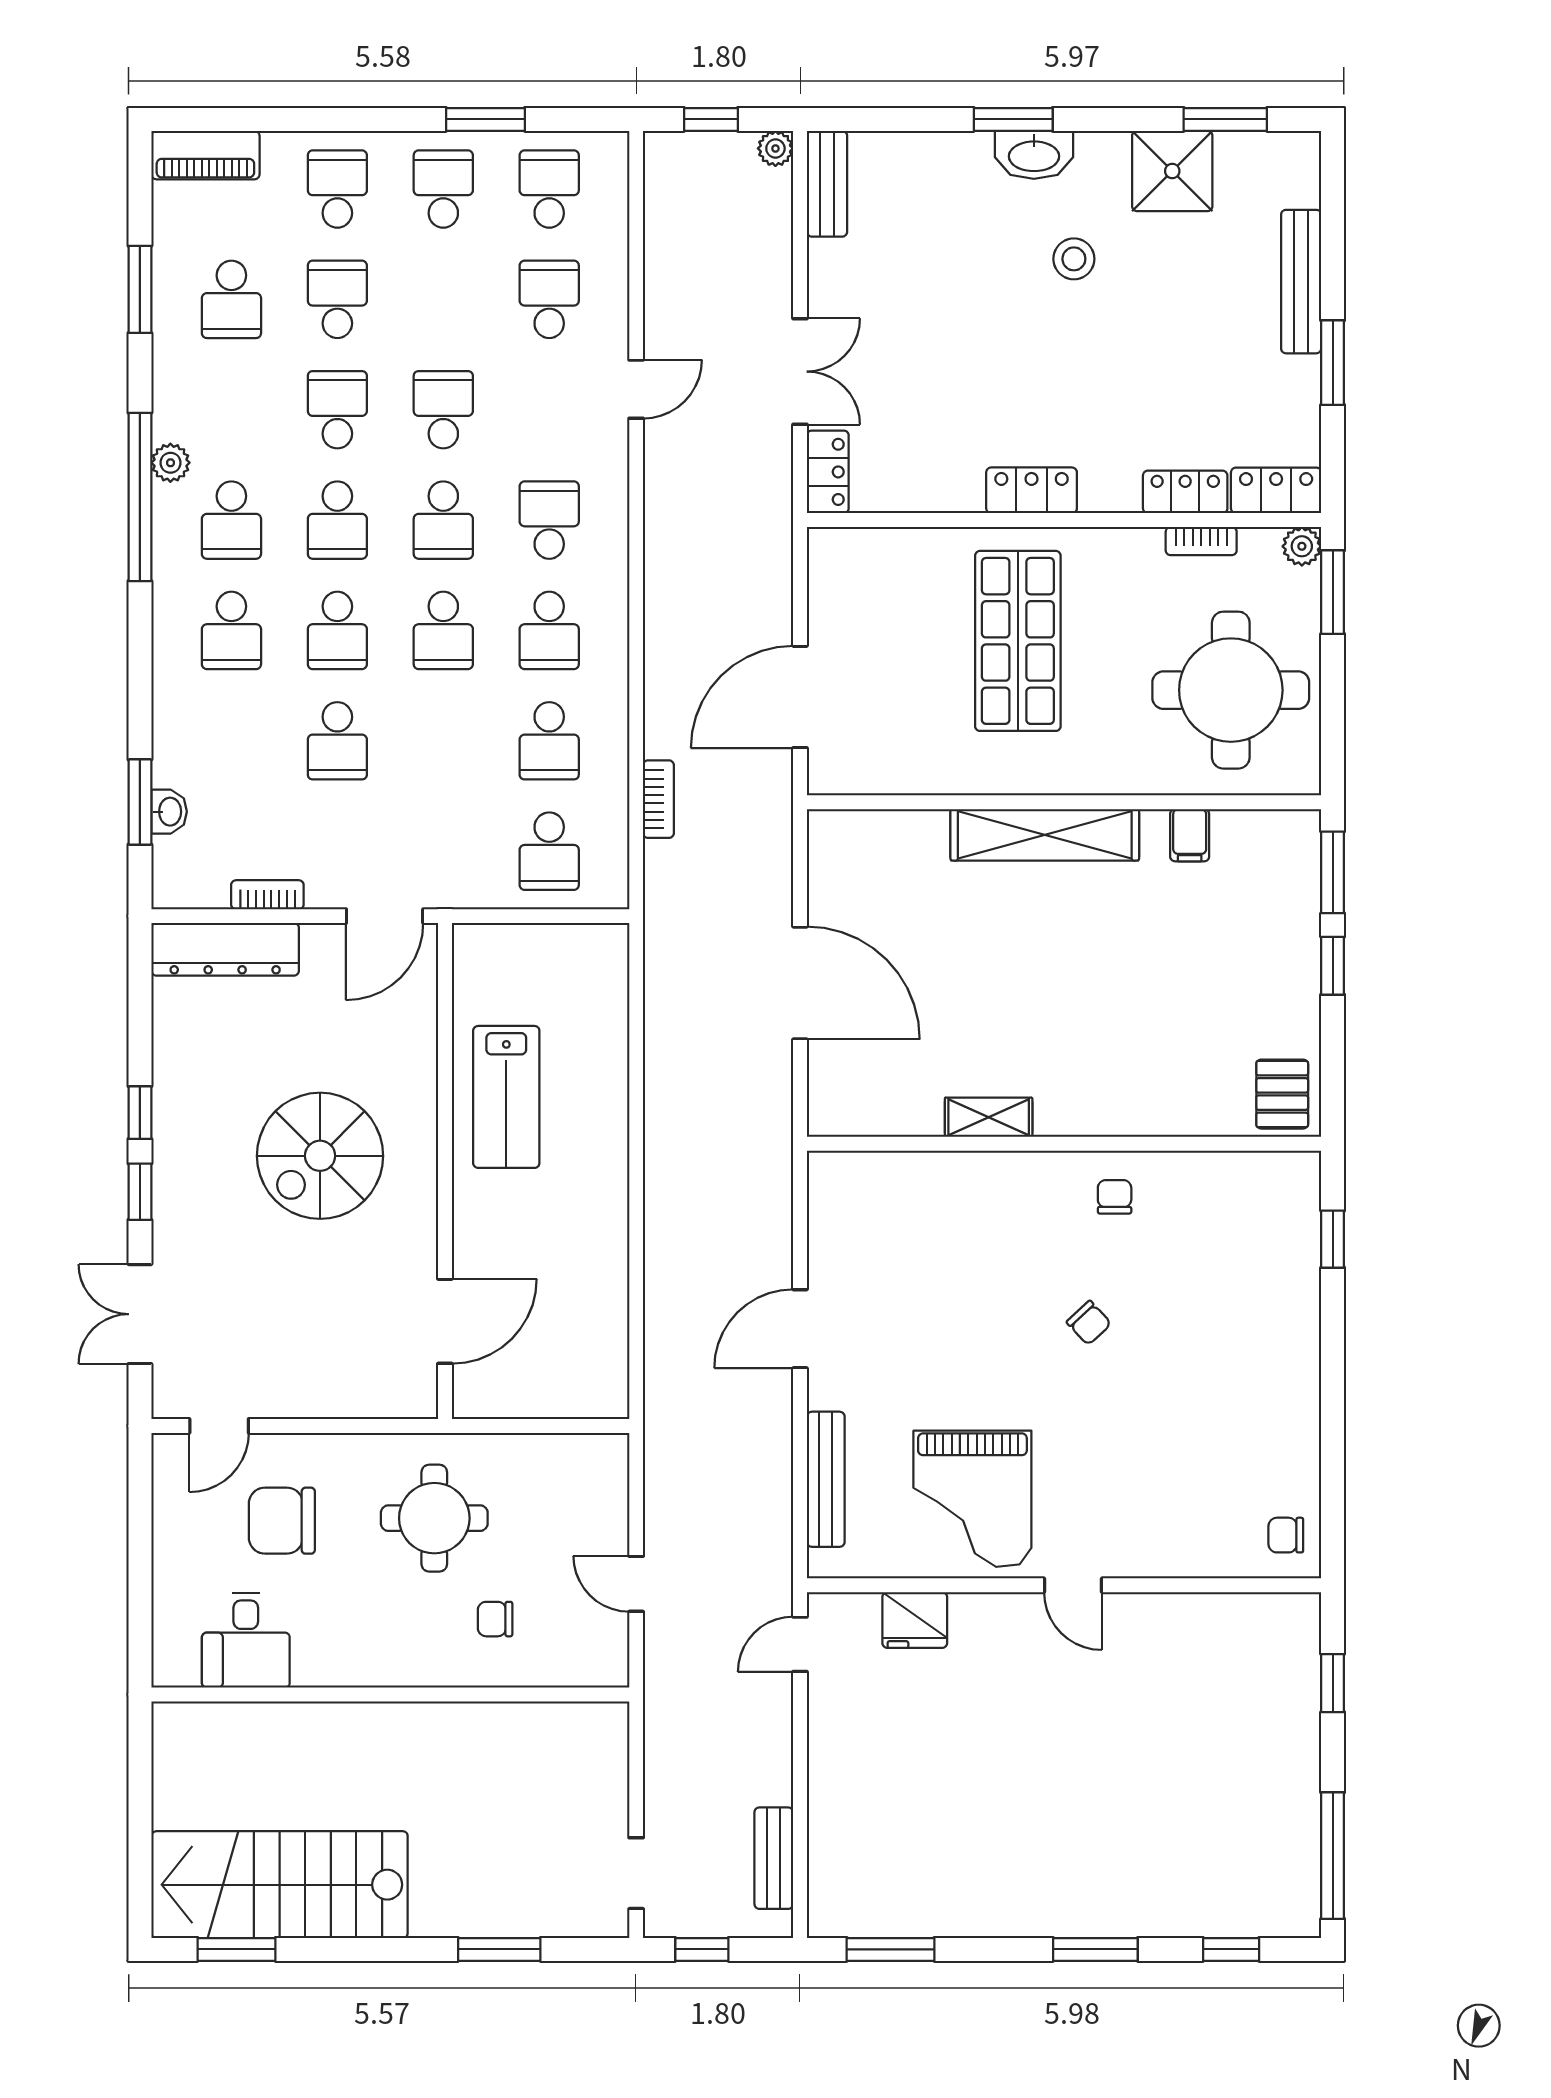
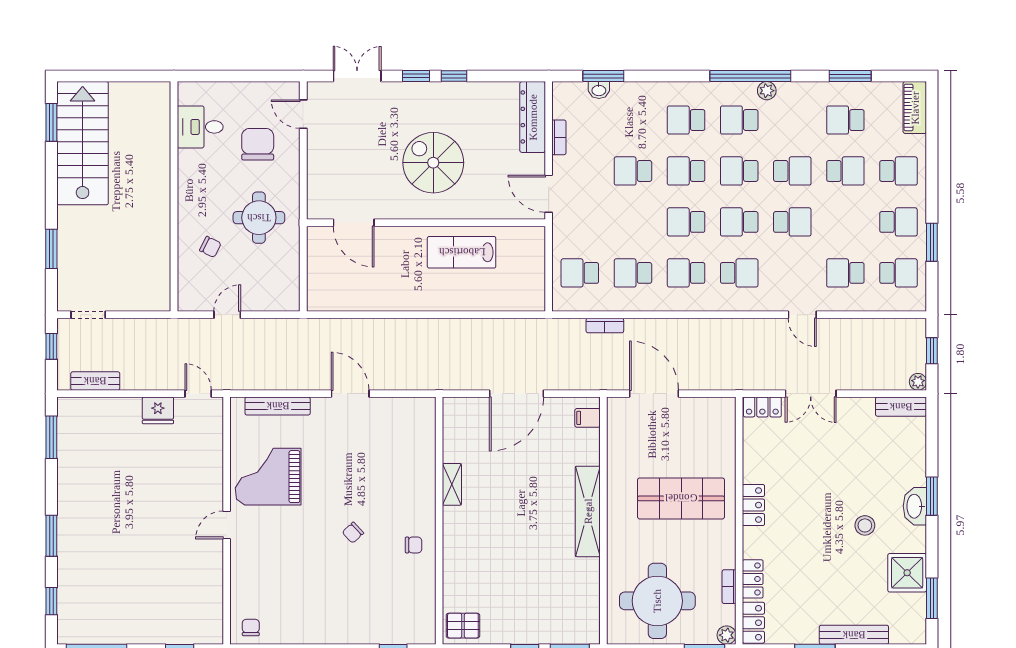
school desk: (549, 299) -> (845, 273), turned 180
filing cabinet: (1190, 835) -> (588, 418), moved
chair: (495, 1619) -> (210, 247), turned 116
fridge: (915, 1620) -> (158, 410), moved, turned -90

